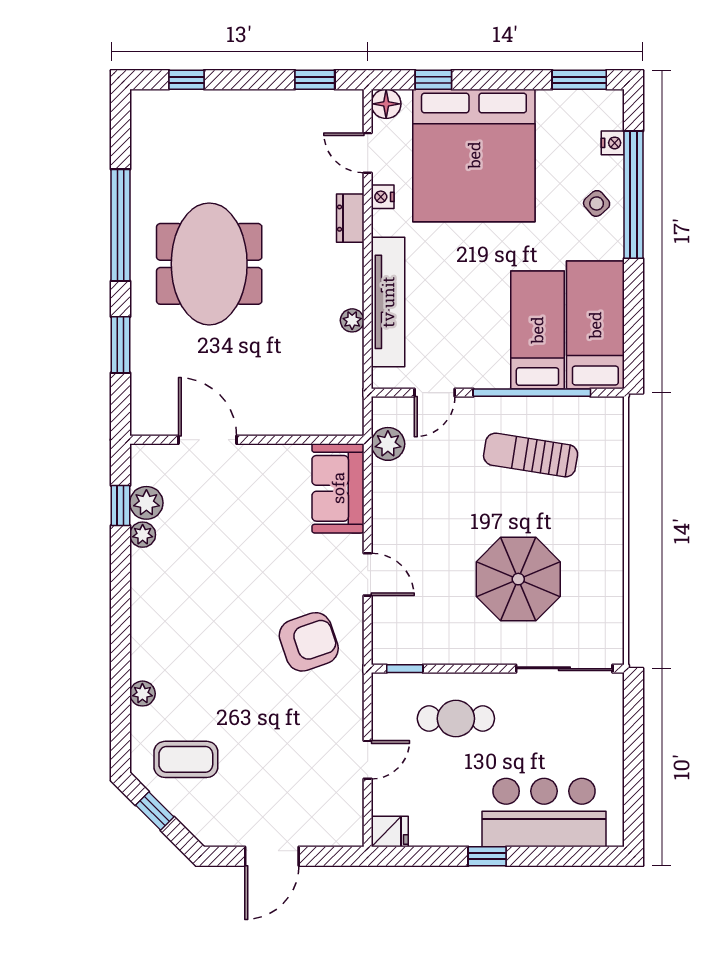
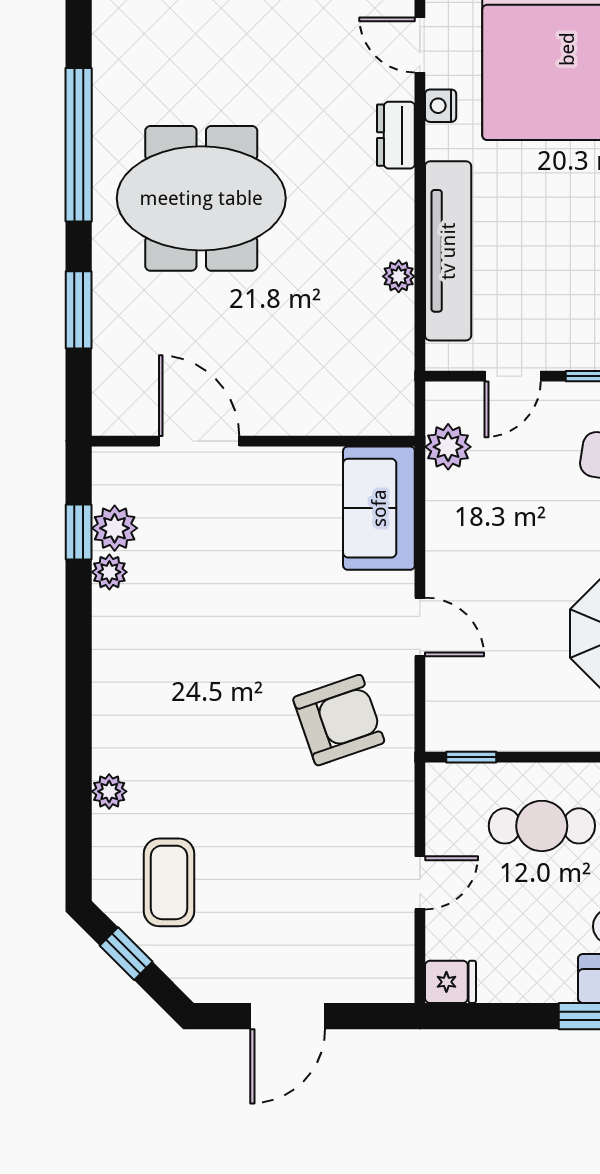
meeting table: (209, 264) -> (201, 198), turned 90
coffee table: (186, 759) -> (169, 882), turned 90

